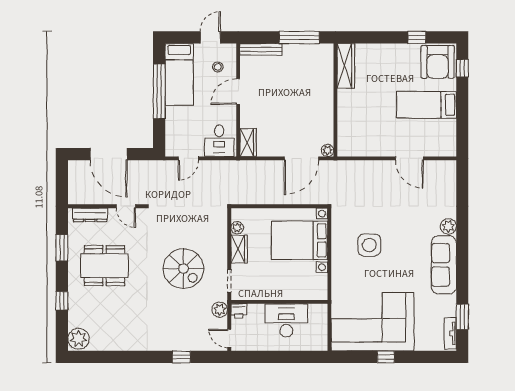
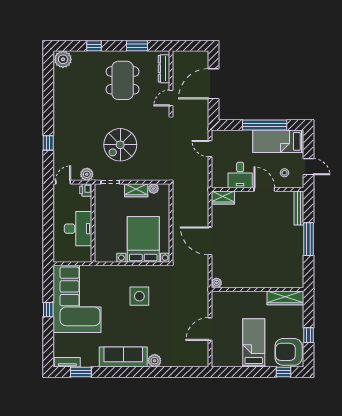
wardrobe: (346, 66) -> (285, 298), moved
wall: (335, 100) -> (258, 289), moved
desk: (219, 141) -> (240, 175), moved, turned -90
plant: (327, 150) -> (216, 283), moved

